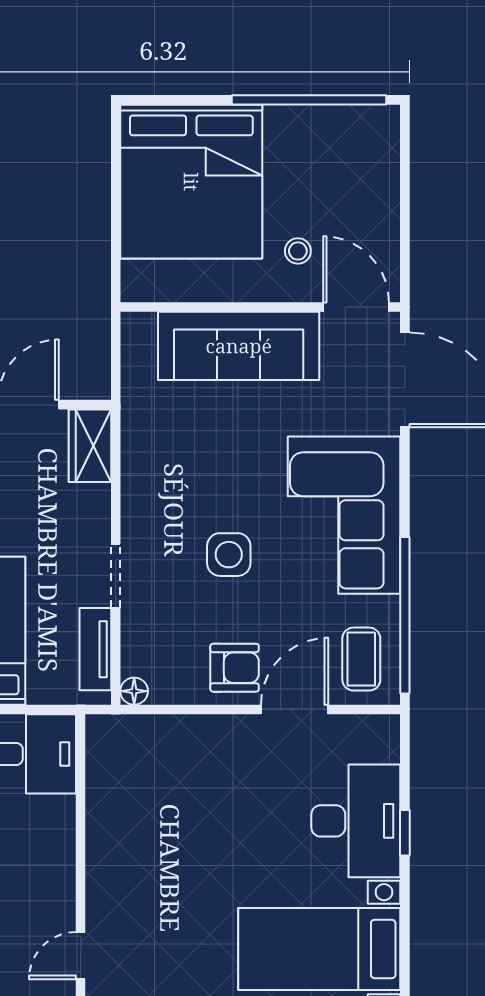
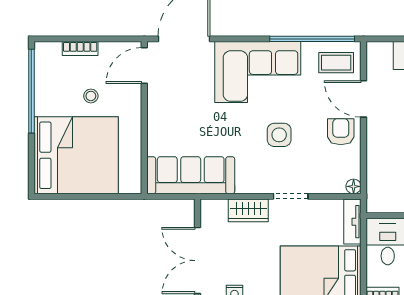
bookcase: (387, 189) -> (80, 49), added
stool: (298, 251) -> (91, 96), moved
sofa: (239, 346) -> (191, 175), moved, turned -90
wardrobe: (90, 446) -> (248, 210), moved
tv unit: (95, 649) -> (352, 222), moved, turned 90

